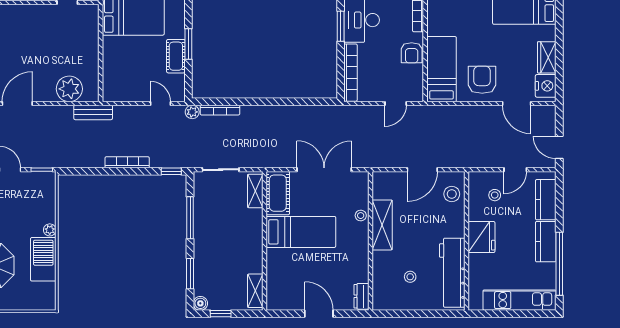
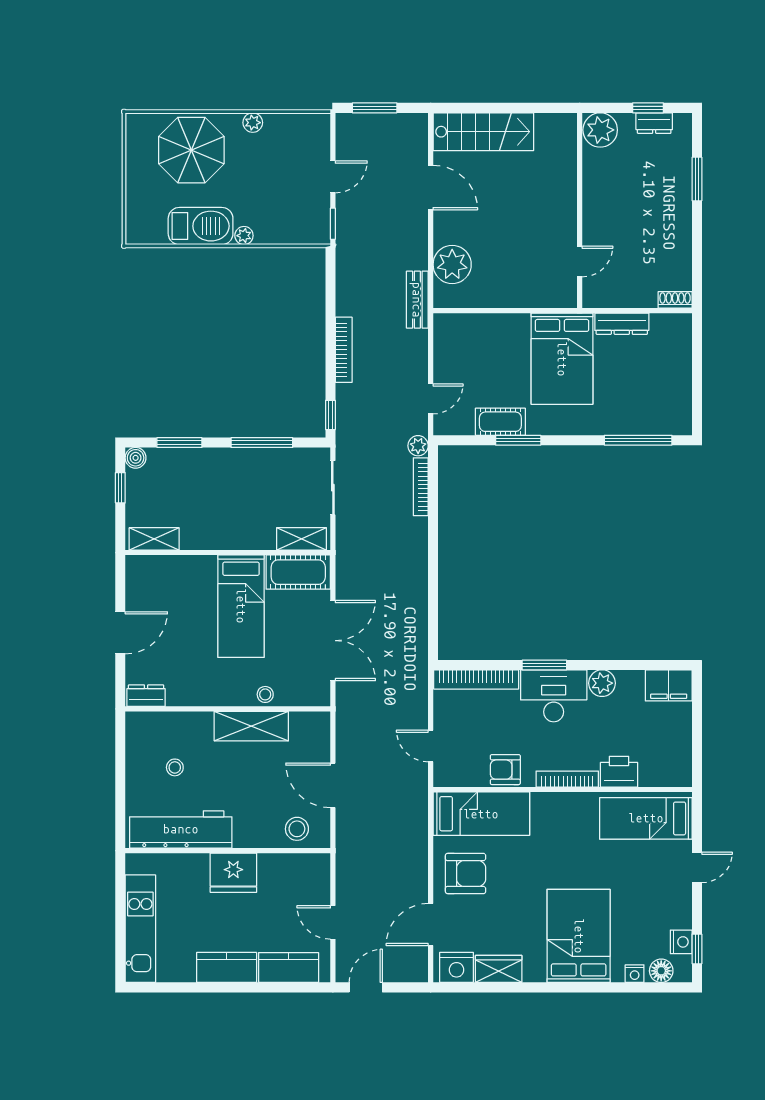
stool: (495, 195) -> (295, 892), removed
window: (559, 264) -> (194, 987), removed

